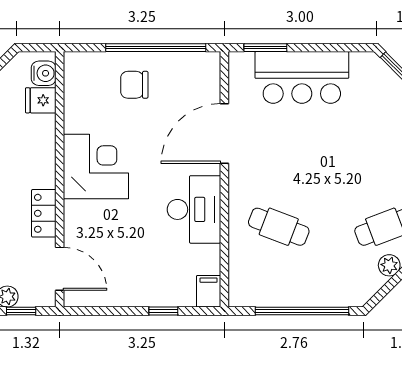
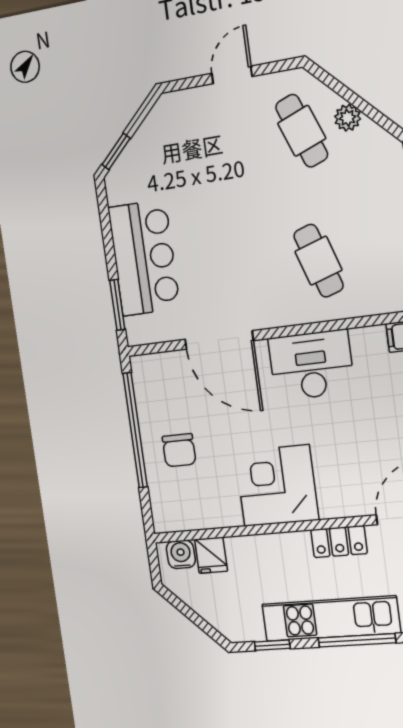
cafe table: (279, 227) -> (318, 261), turned -39

